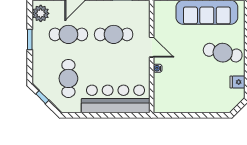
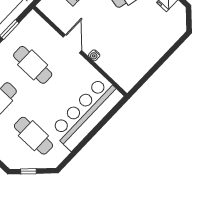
cafe table: (114, 34) -> (33, 65), turned 90
door: (152, 47) -> (72, 44), hinge flipped

